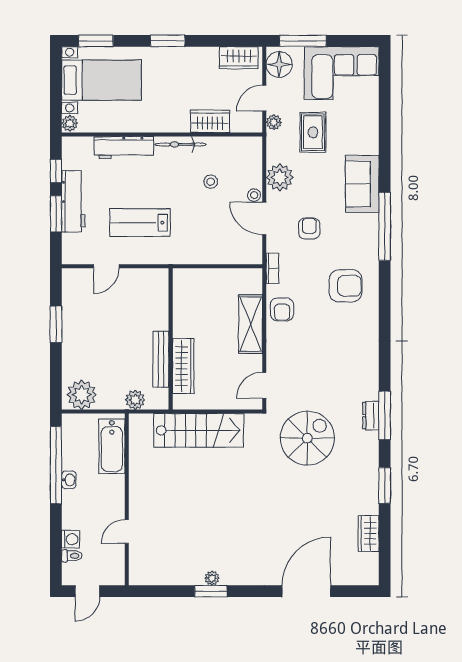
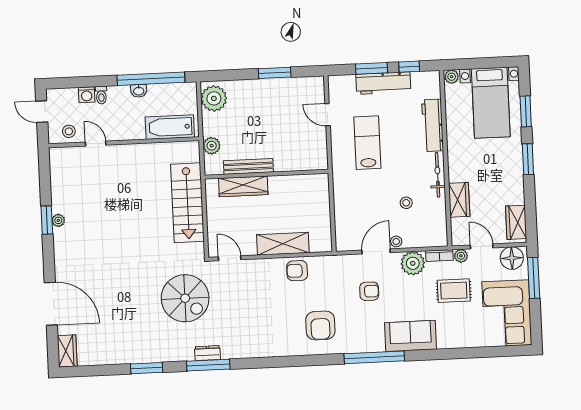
window: (96, 41) -> (526, 111), moved
bookcase: (272, 268) -> (439, 255), moved
wardrobe: (368, 534) -> (67, 351), moved, turned 90
toilet: (72, 556) -> (101, 95), moved
stool: (111, 561) -> (69, 131), added

